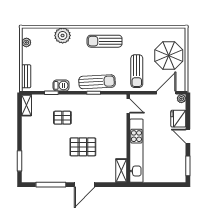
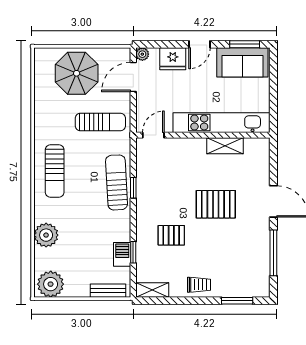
plant: (26, 42) -> (51, 284), width x1.88, depth x1.88
barbecue: (61, 85) -> (122, 254), moved
door: (166, 93) -> (133, 77), hinge flipped
pallet: (62, 118) -> (171, 235), turned 90
trolley: (30, 136) -> (199, 285), added
pallet: (83, 147) -> (216, 204), turned 90
sofa: (176, 164) -> (242, 62), added
shelving: (121, 171) -> (225, 146), moved

